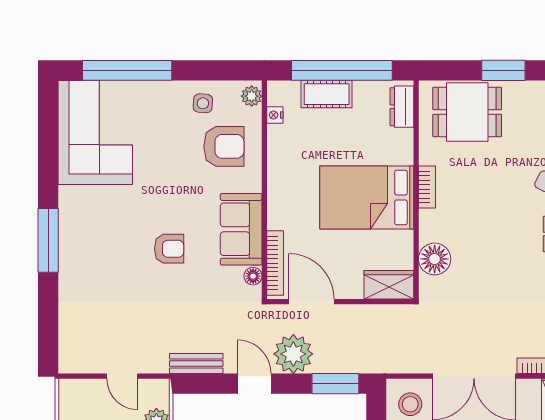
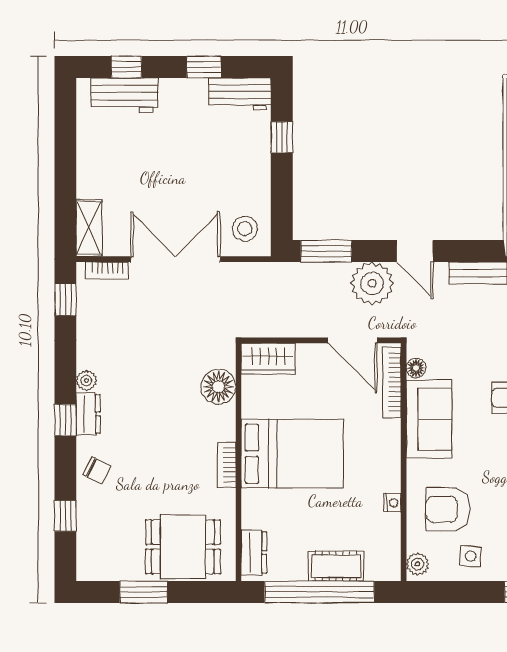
nightstand: (275, 115) -> (392, 503), moved

